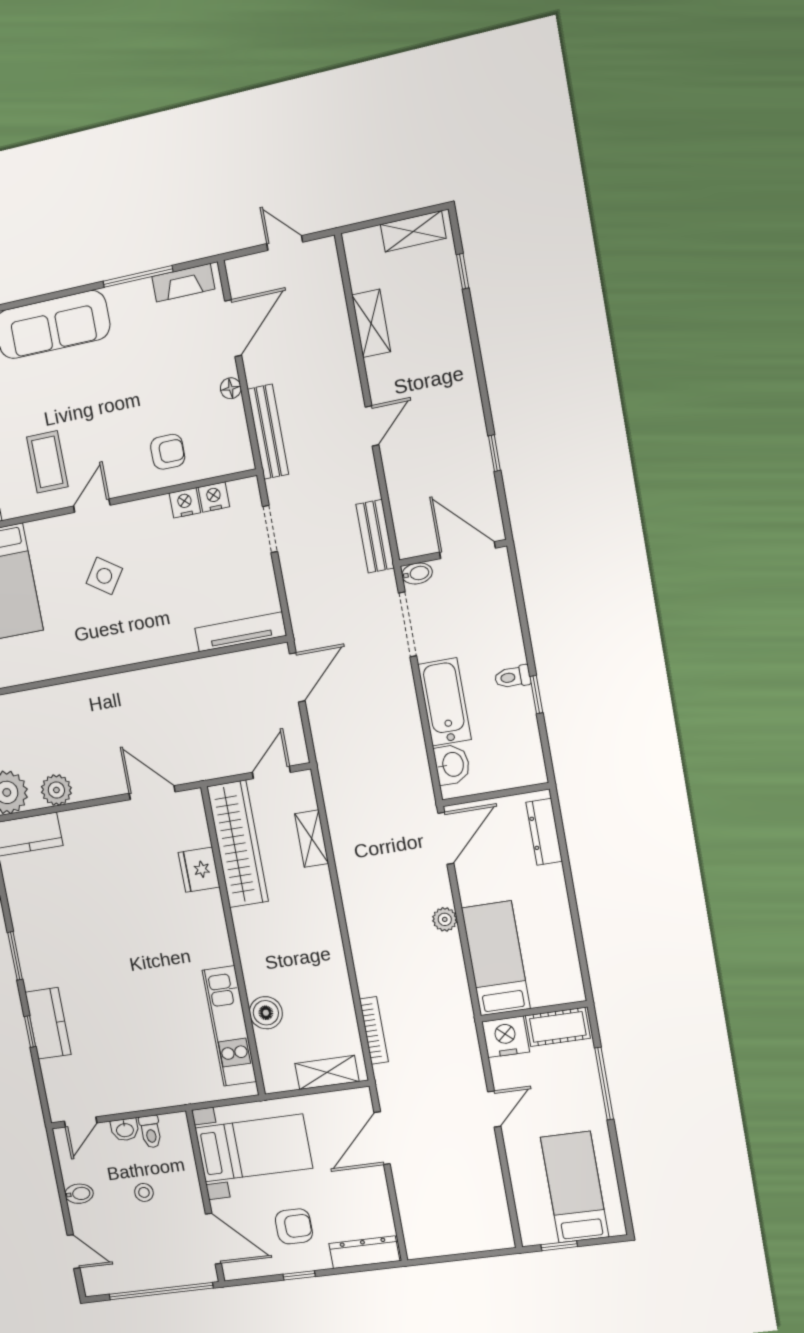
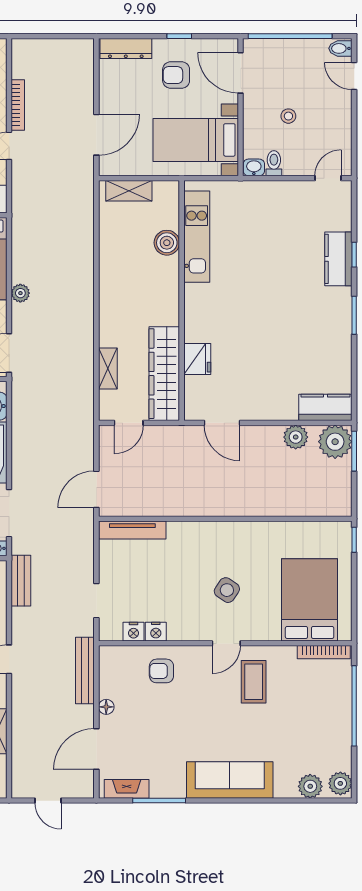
bookcase: (374, 1030) -> (18, 105), moved, turned 180
washbasin: (125, 1130) -> (254, 167), moved
bidet: (79, 1194) -> (340, 48), moved

